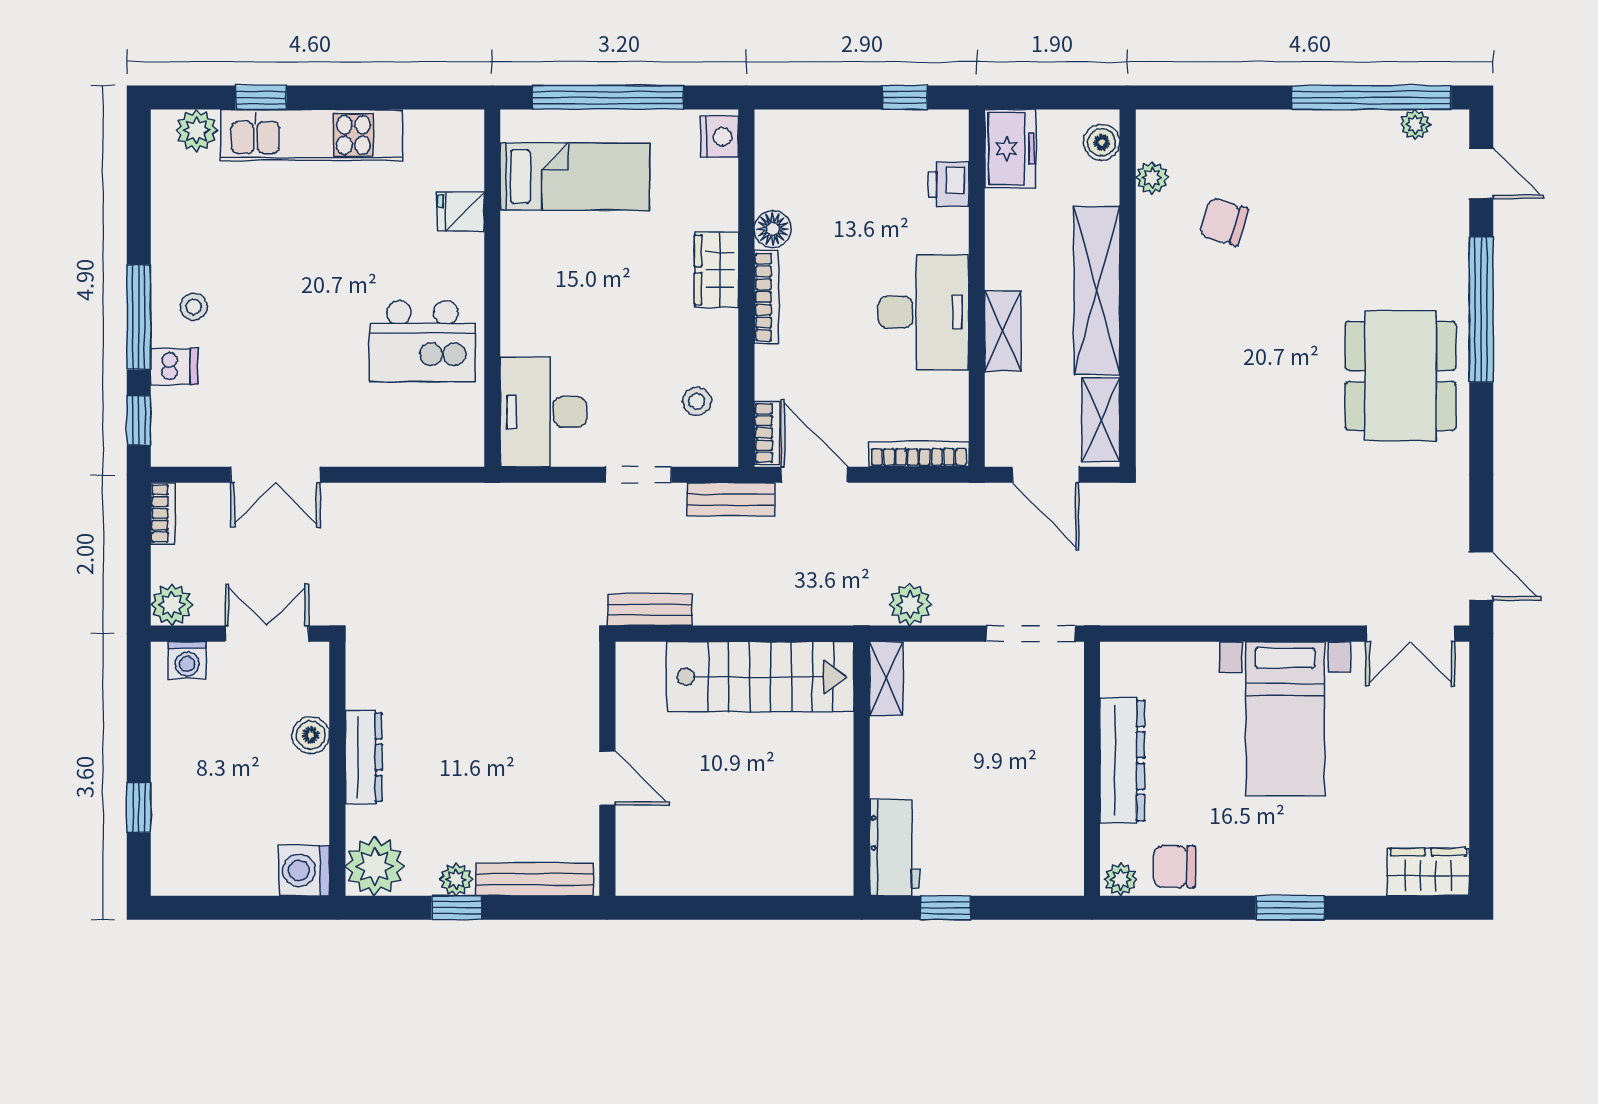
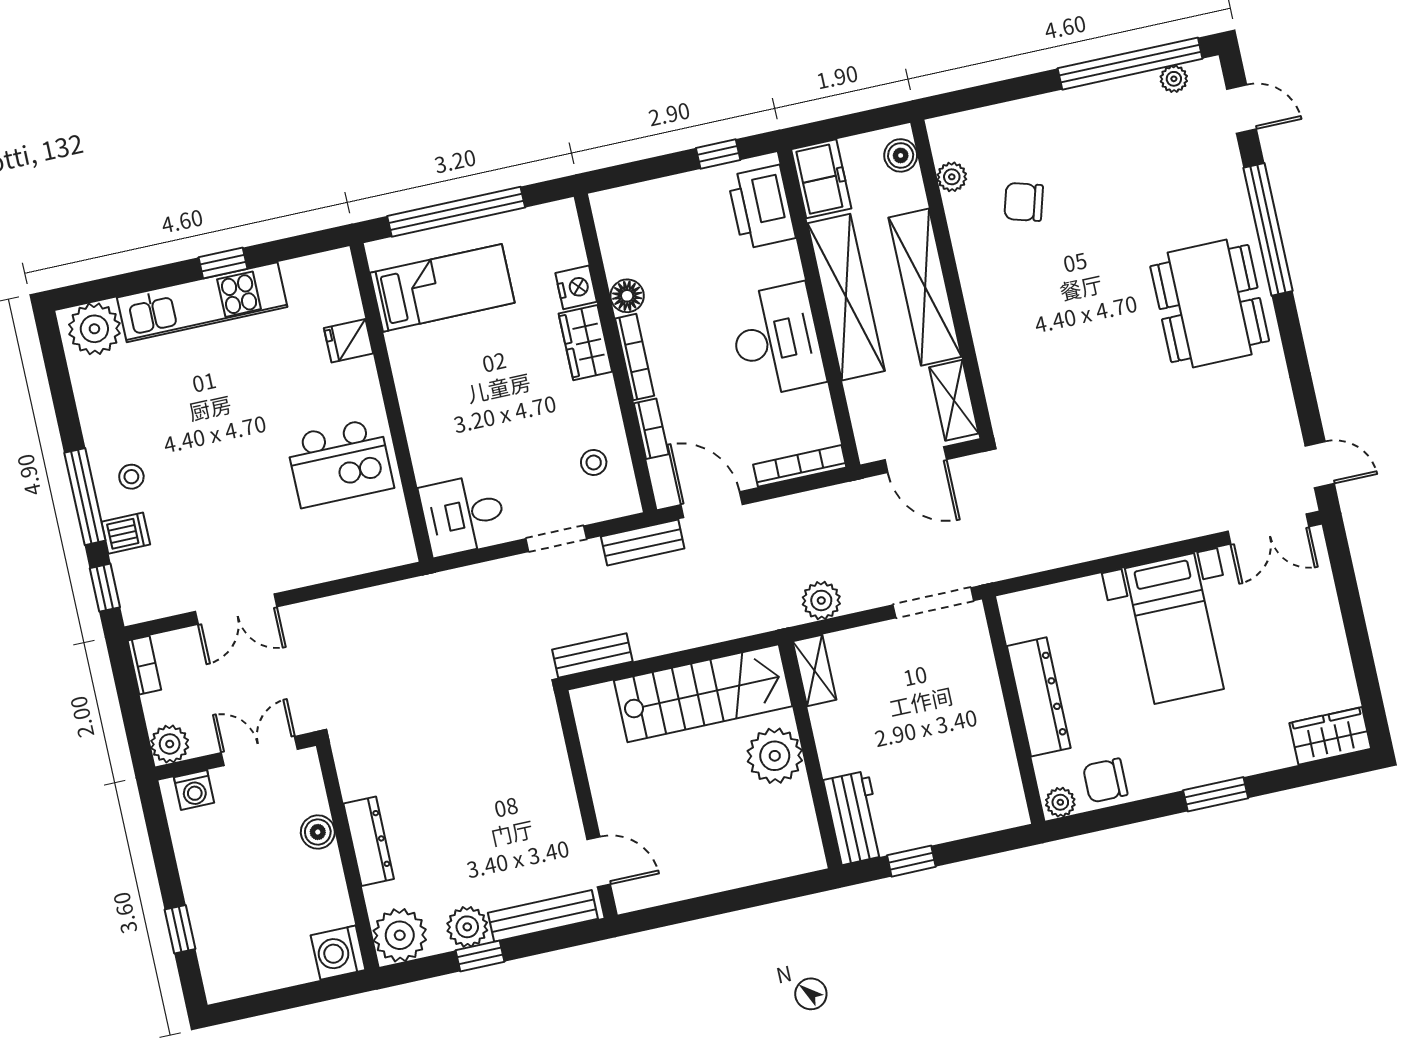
window: (261, 97) -> (223, 263), moved
plant: (197, 130) -> (94, 329), width x1.36, depth x1.36
nightstand: (719, 137) -> (576, 287), moved
printer: (949, 184) -> (761, 207), width x1.87, depth x1.48
shelving: (1003, 331) -> (846, 297), width x2.20, depth x1.33
desk: (543, 412) -> (463, 515), width x0.73
bookcase: (767, 433) -> (651, 429), moved
plant: (823, 761) -> (775, 756), added
door: (607, 778) -> (599, 862), moved
plant: (456, 879) -> (467, 927), width x1.38, depth x1.38

